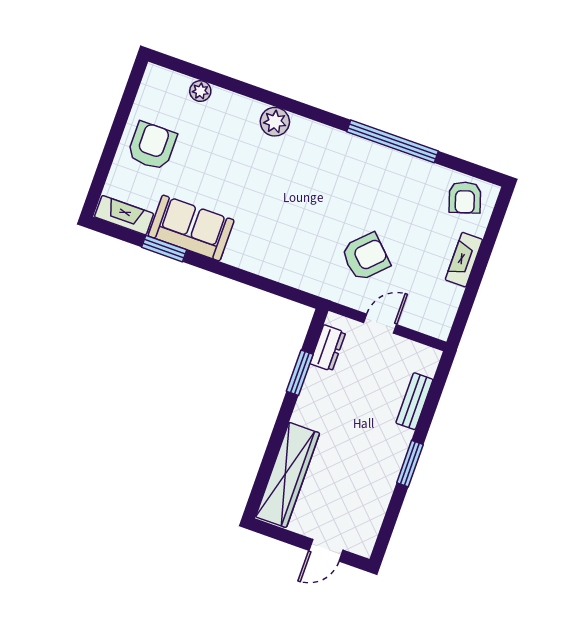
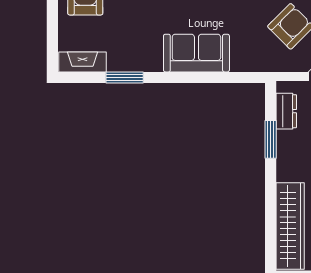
sofa: (191, 228) -> (196, 53), moved

